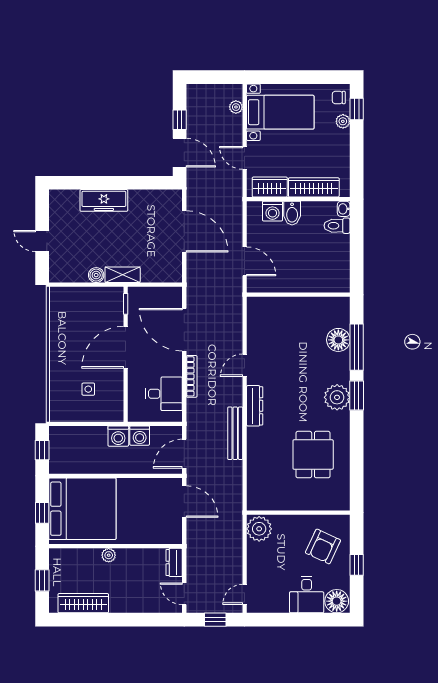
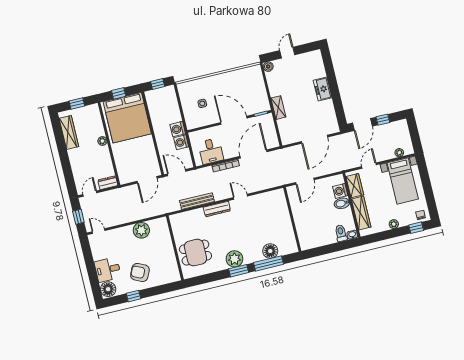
plant: (343, 121) -> (394, 224), moved
freezer: (104, 200) -> (323, 89), width x0.71
boiler: (96, 275) -> (268, 67), moved
wall: (298, 513) -> (175, 248), moved

